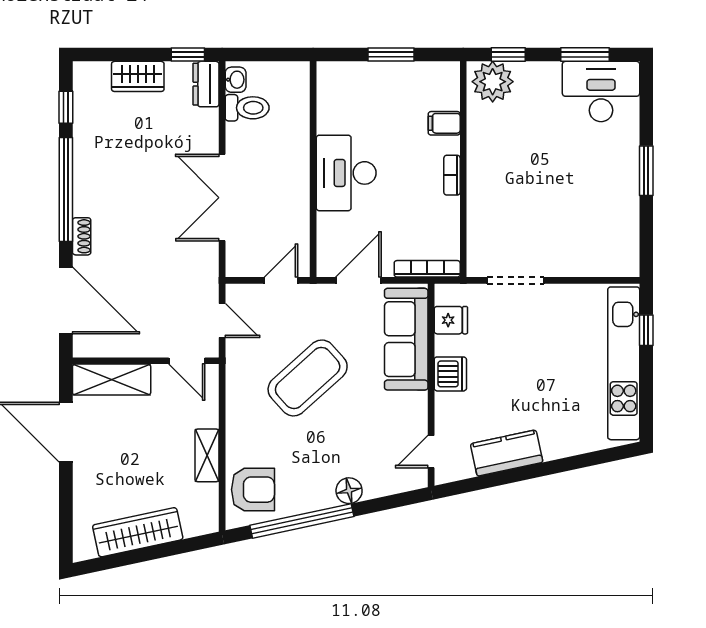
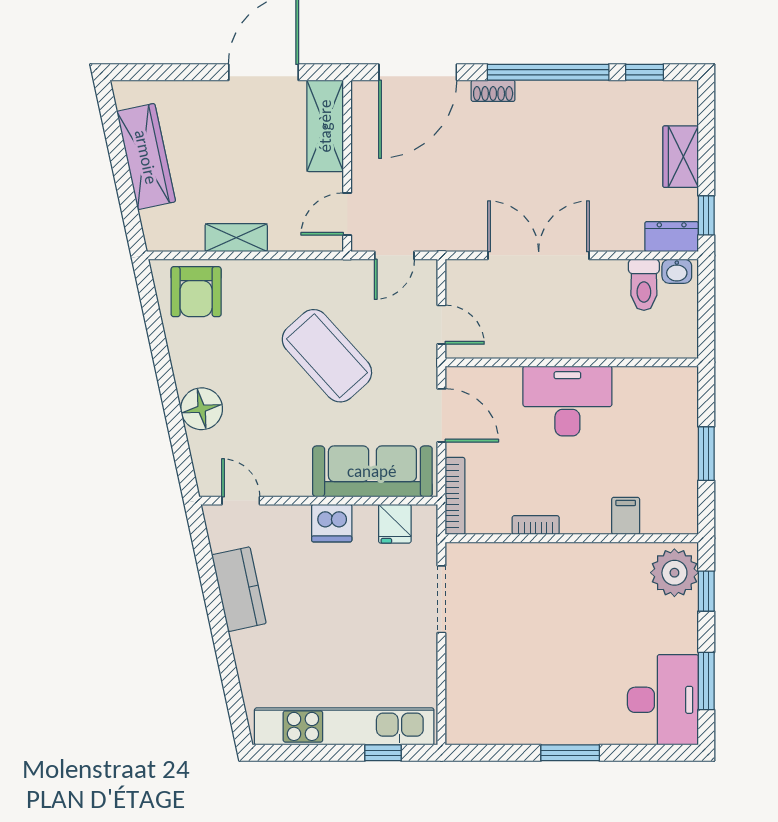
bookcase: (452, 175) -> (536, 525), moved
floor lamp: (349, 491) -> (202, 409), width x1.38, depth x1.38
window: (302, 521) -> (159, 349), removed

